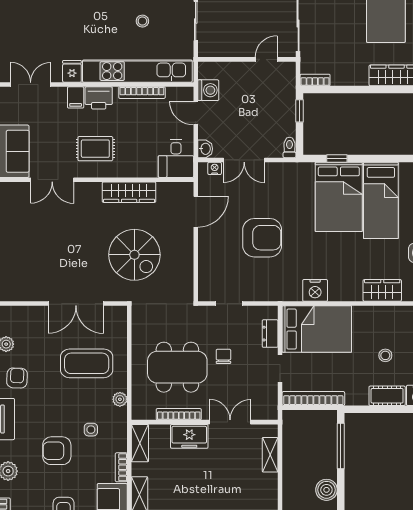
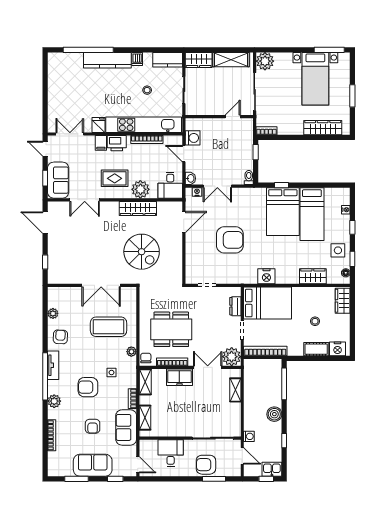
plant: (133, 165) -> (140, 189), added
chair: (223, 356) -> (146, 358), moved
plant: (265, 407) -> (232, 357), added

